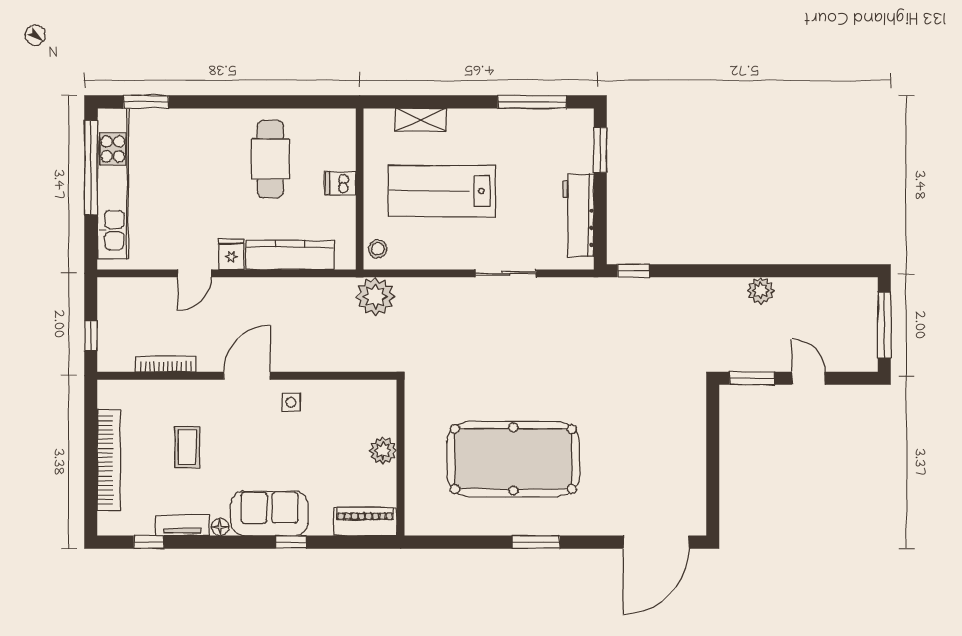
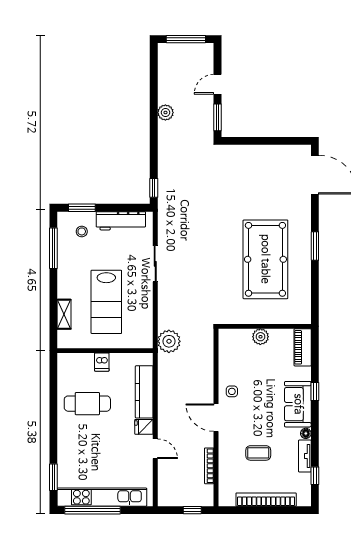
stool: (378, 249) -> (82, 231), moved

